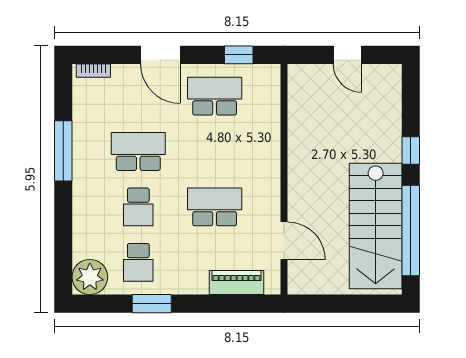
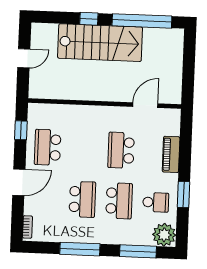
school desk: (138, 152) -> (82, 199), turned 180
school desk: (138, 207) -> (119, 201), width x1.85
stairs: (376, 226) -> (100, 43), moved
window: (63, 239) -> (138, 251), added
piano: (237, 283) -> (171, 154), moved

